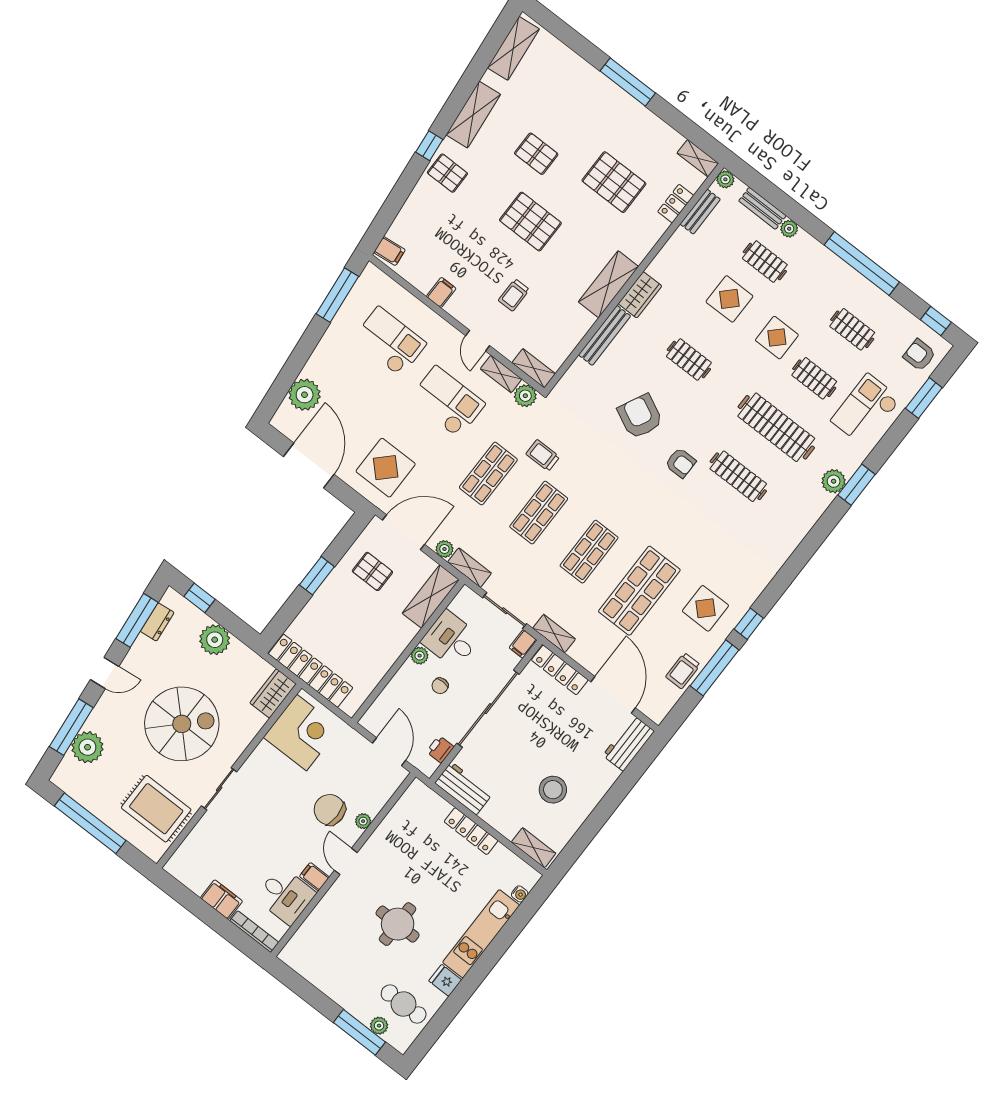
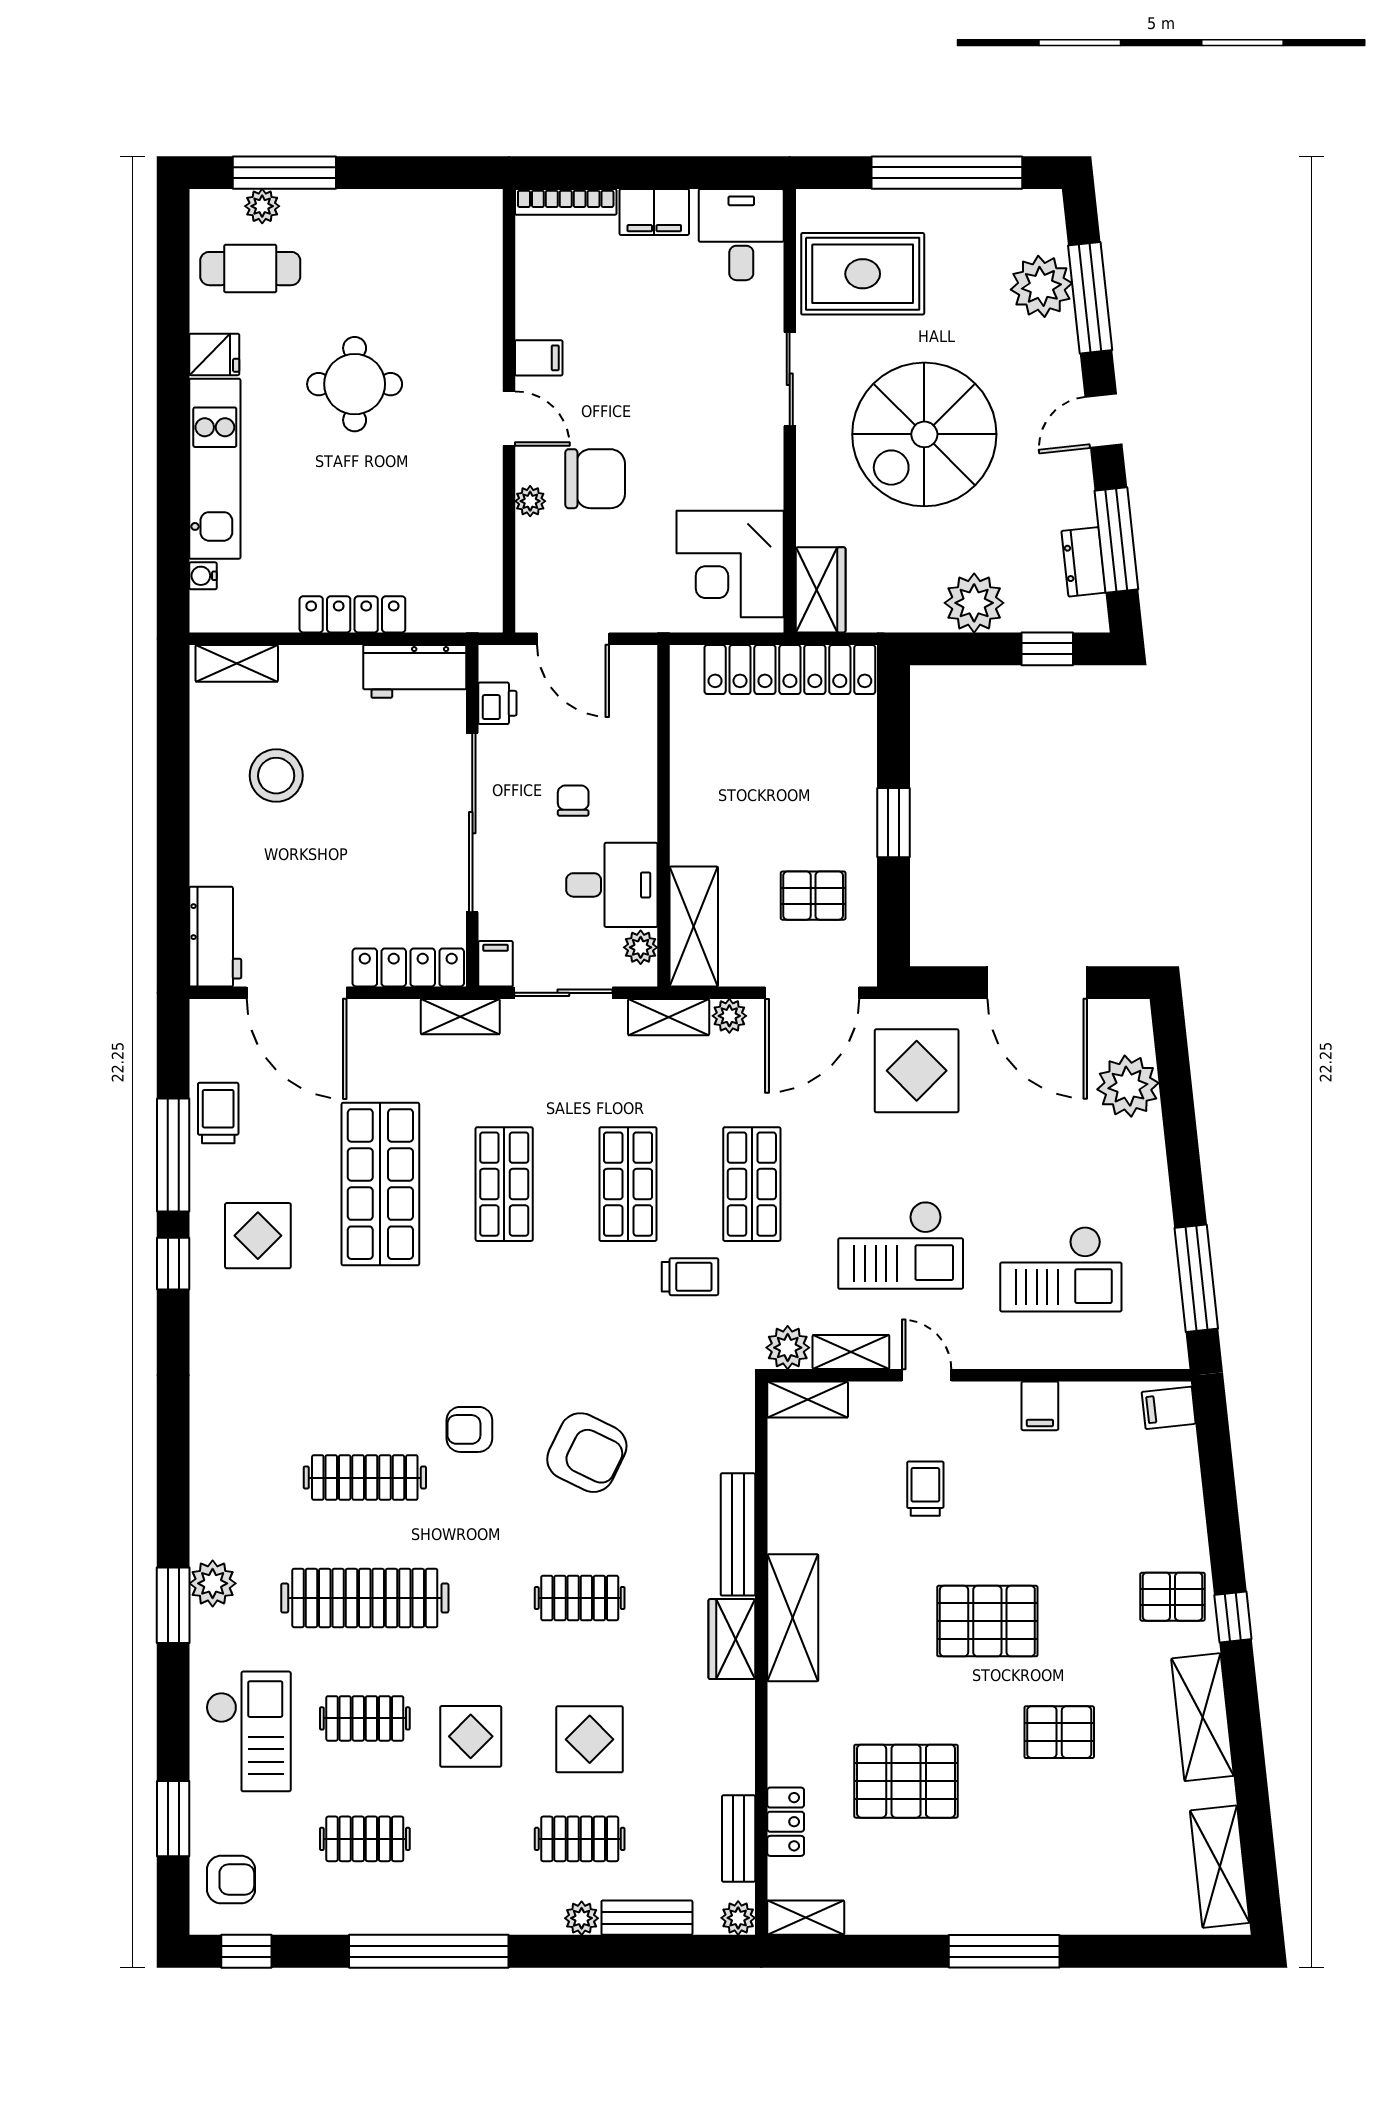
plant: (420, 656) -> (641, 947), moved
desk: (285, 896) -> (741, 235), moved, turned 90

